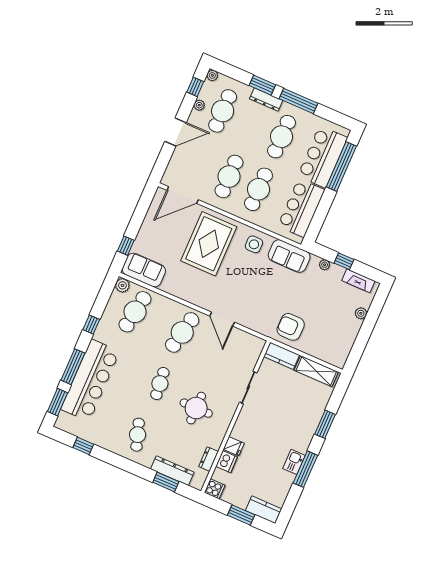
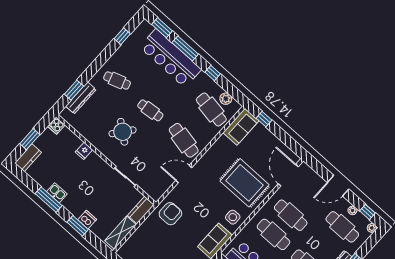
door: (175, 132) -> (338, 186), hinge flipped
plant: (122, 285) -> (226, 99), moved
armchair: (291, 327) -> (170, 214), moved
round table: (196, 408) -> (123, 132), turned 38
dresser: (208, 459) -> (81, 128), removed
dishwasher: (227, 462) -> (87, 220), moved, turned 180

